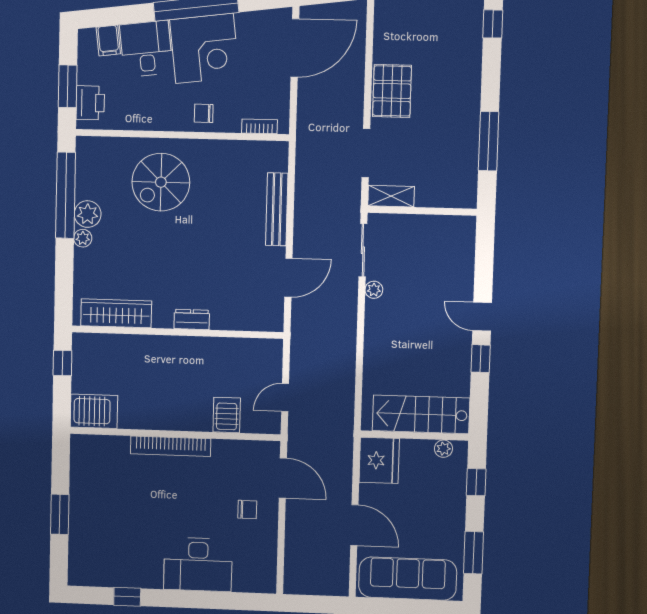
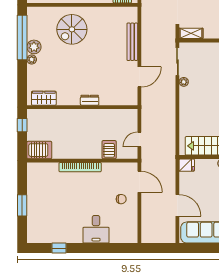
wardrobe: (116, 313) -> (44, 98), width x0.67
fridge: (379, 460) -> (187, 165), width x0.53, depth x0.75
desk: (198, 564) -> (96, 229), width x0.73

